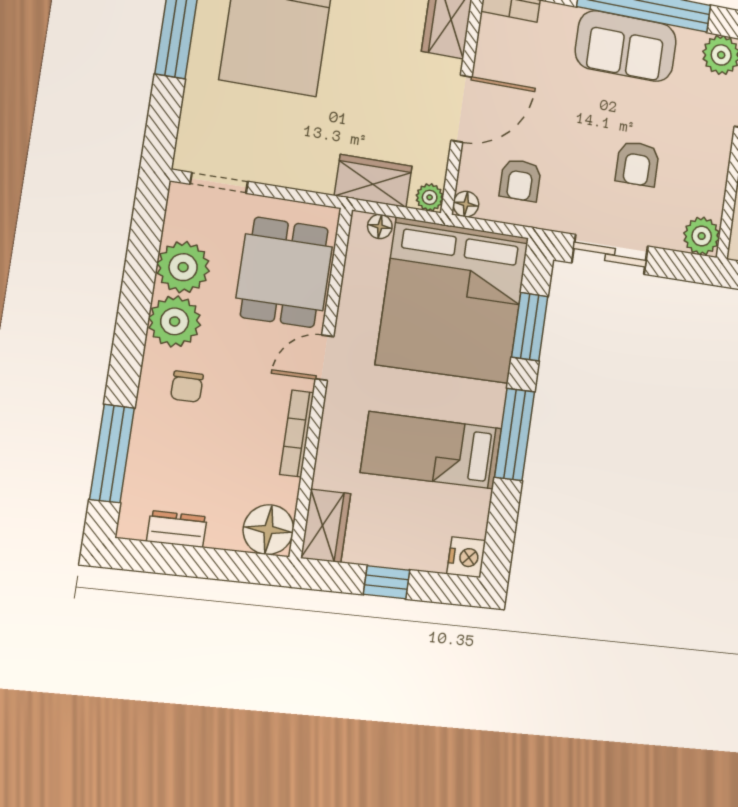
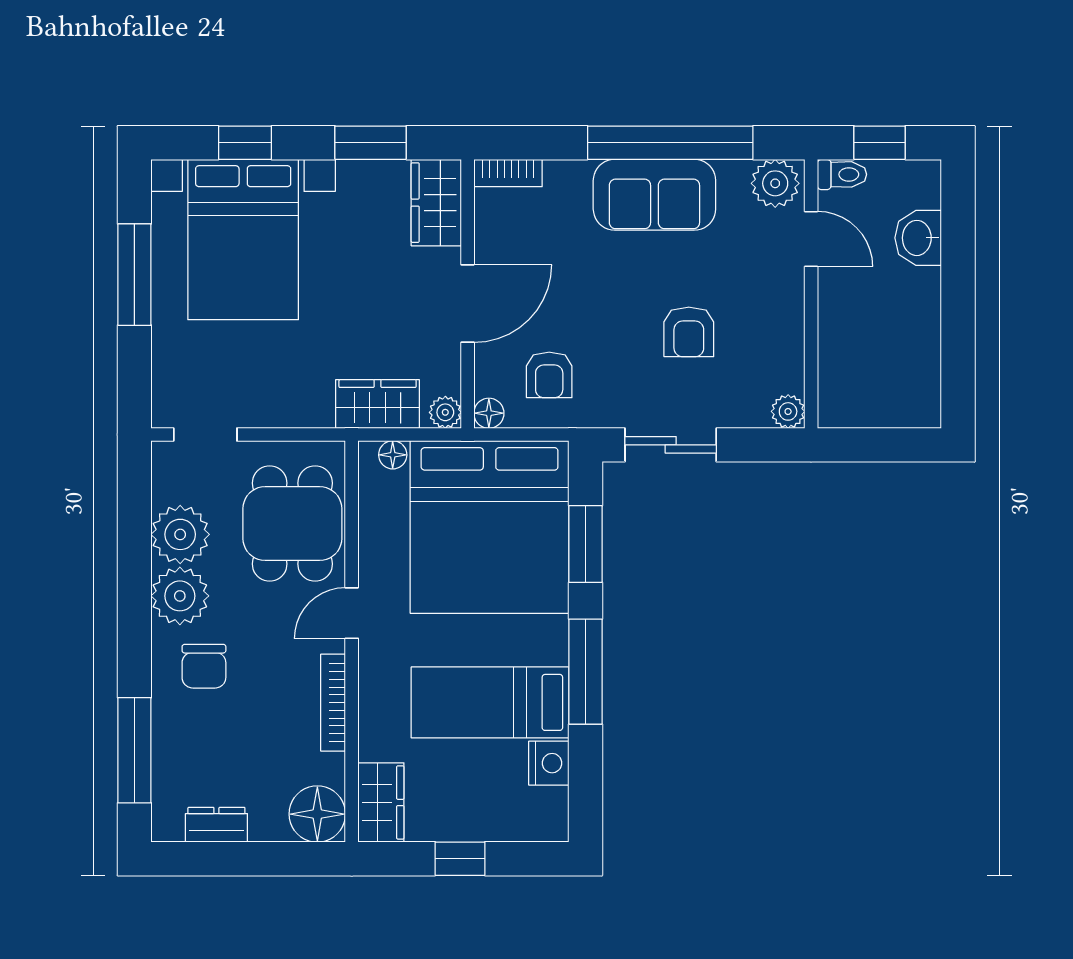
plant: (702, 236) -> (788, 411), width x0.73, depth x0.73
chair: (187, 387) -> (204, 666), width x1.37, depth x1.37
nightstand: (466, 557) -> (549, 763), moved

